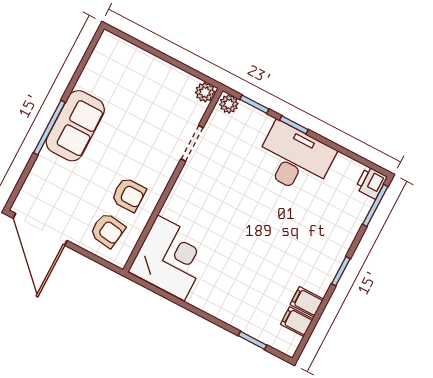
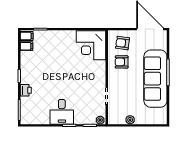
plant: (205, 92) -> (130, 120), moved
sofa: (75, 126) -> (155, 79), width x1.85, depth x1.27
desk: (295, 159) -> (62, 112), width x0.73
printer: (371, 183) -> (26, 90), moved
filing cabinet: (307, 302) -> (27, 36), moved

